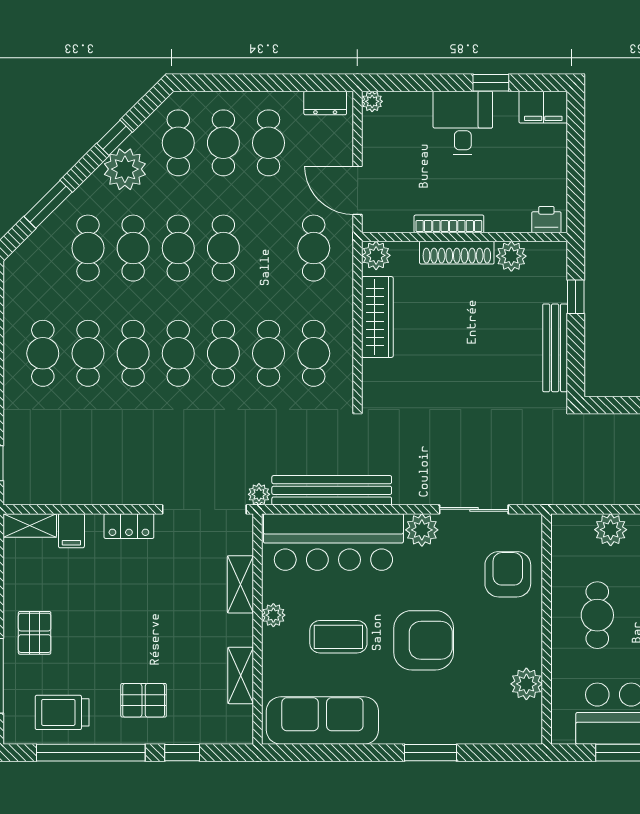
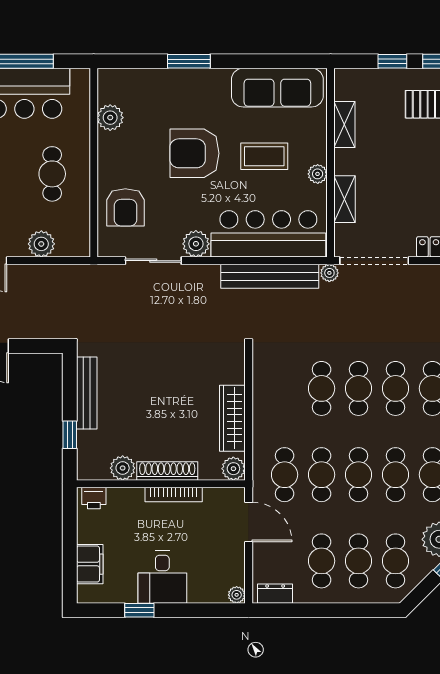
filing cabinet: (543, 107) -> (90, 564), moved, turned 90
cafe table: (314, 353) -> (322, 475), moved

